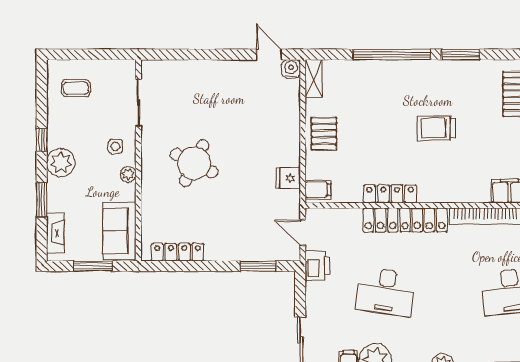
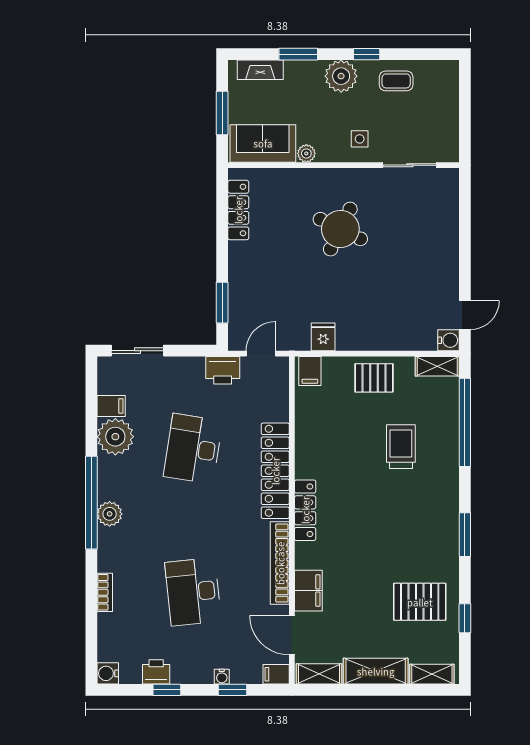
window: (392, 54) -> (465, 422), moved
coffee table: (76, 88) -> (396, 81), moved, turned 90
trolley: (436, 128) -> (401, 447), moved
plant: (128, 174) -> (306, 153), moved
locker: (390, 194) -> (305, 510), moved

